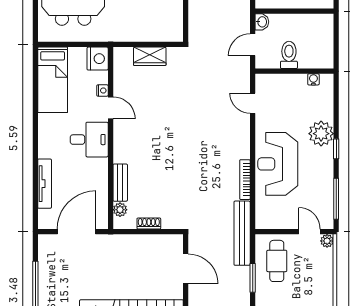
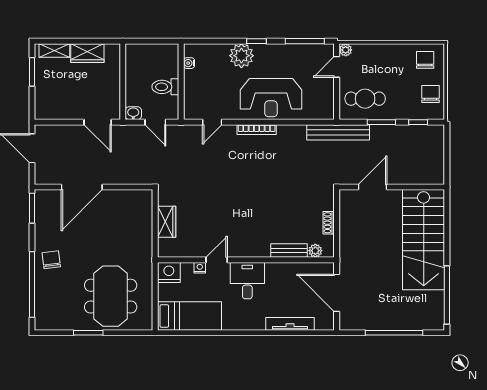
bookcase: (245, 180) -> (257, 130), moved

